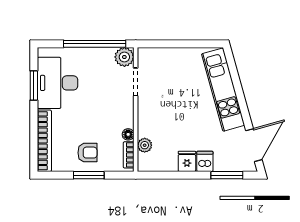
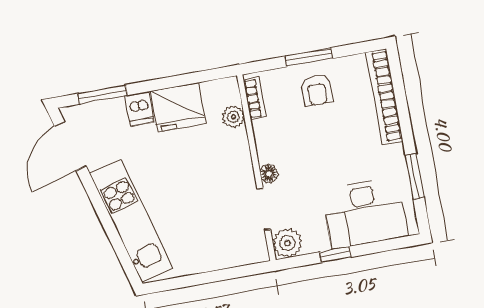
window: (95, 44) -> (335, 255), width x0.32
desk: (57, 83) -> (365, 213), moved, turned 90
floor lamp: (128, 134) -> (269, 174), moved
armchair: (87, 153) -> (317, 90), turned -90
fridge: (187, 161) -> (178, 107), width x1.88, depth x1.34

